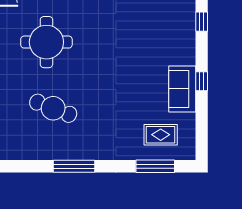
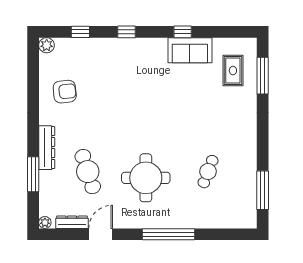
cafe table: (53, 108) -> (208, 172), width x0.73, depth x0.74
window: (74, 166) -> (263, 190), moved

